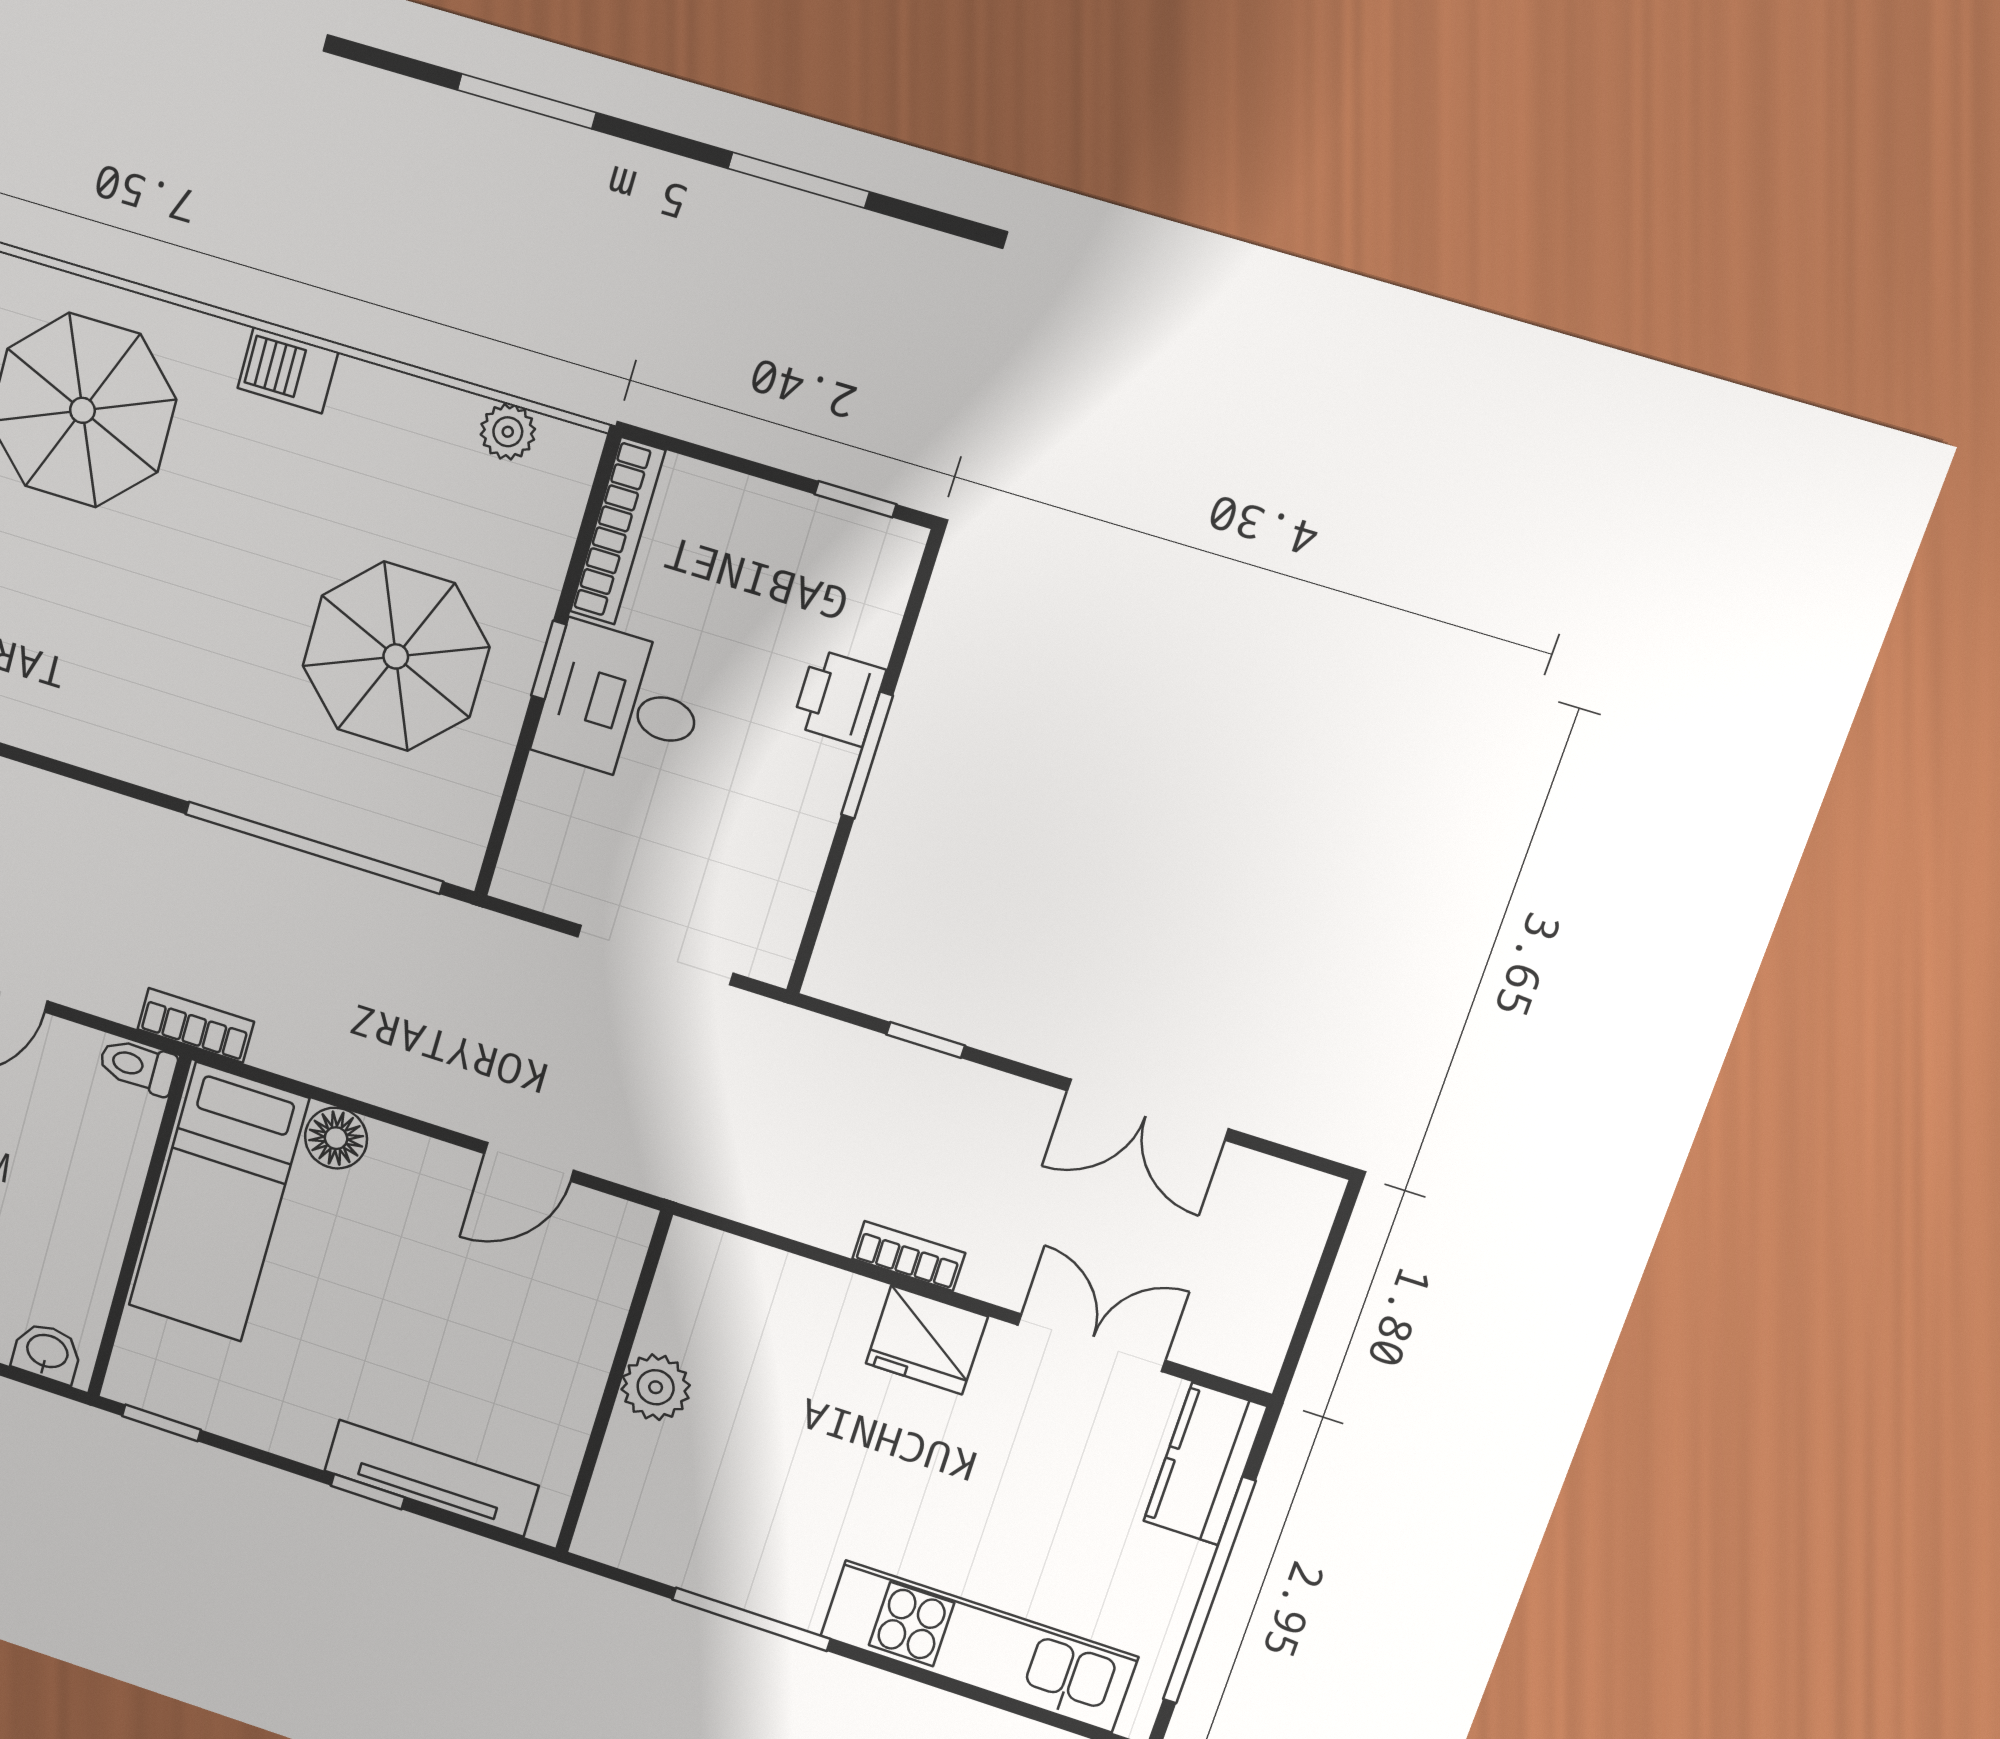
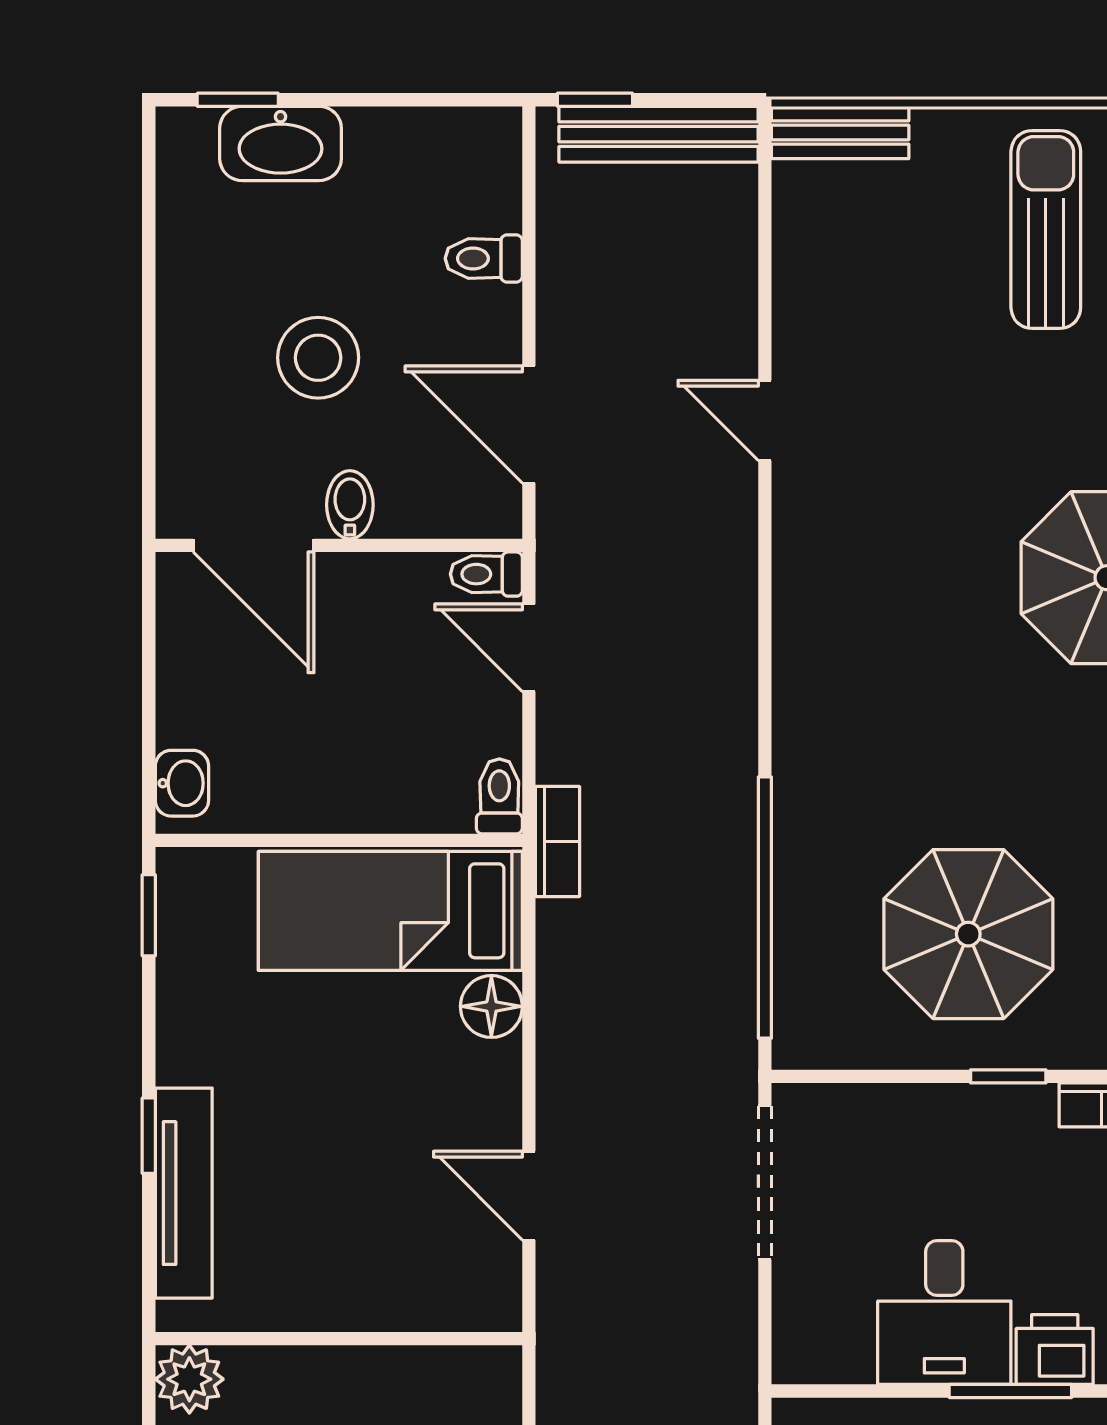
desk: (621, 705) -> (944, 1313), moved, turned 180
doorway: (655, 955) -> (765, 1183), moved
plant: (656, 1387) -> (189, 1379), moved

